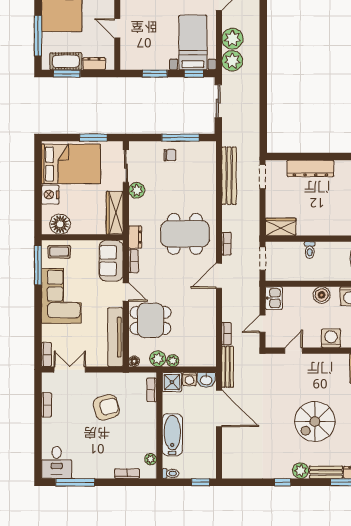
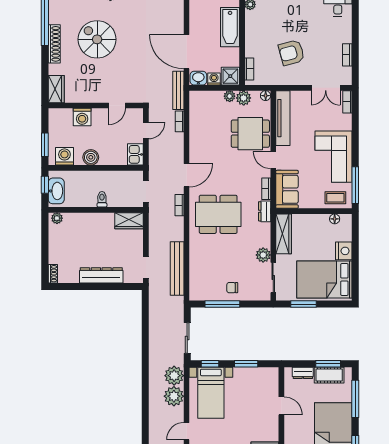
floor lamp: (60, 224) -> (335, 219), width x0.53, depth x0.53
spiral stairs: (315, 422) -> (97, 39), turned -90

